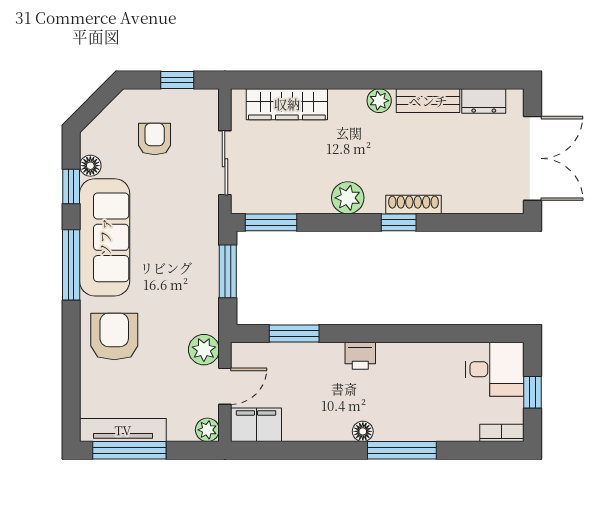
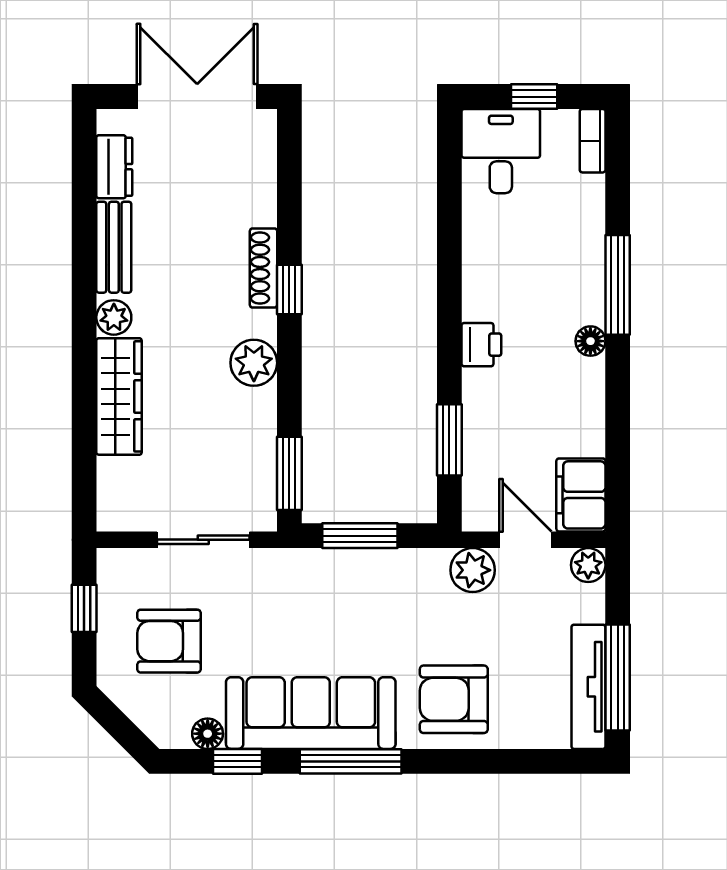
wardrobe: (287, 104) -> (119, 396), moved
armchair: (155, 139) -> (169, 641), width x1.38, depth x1.38

